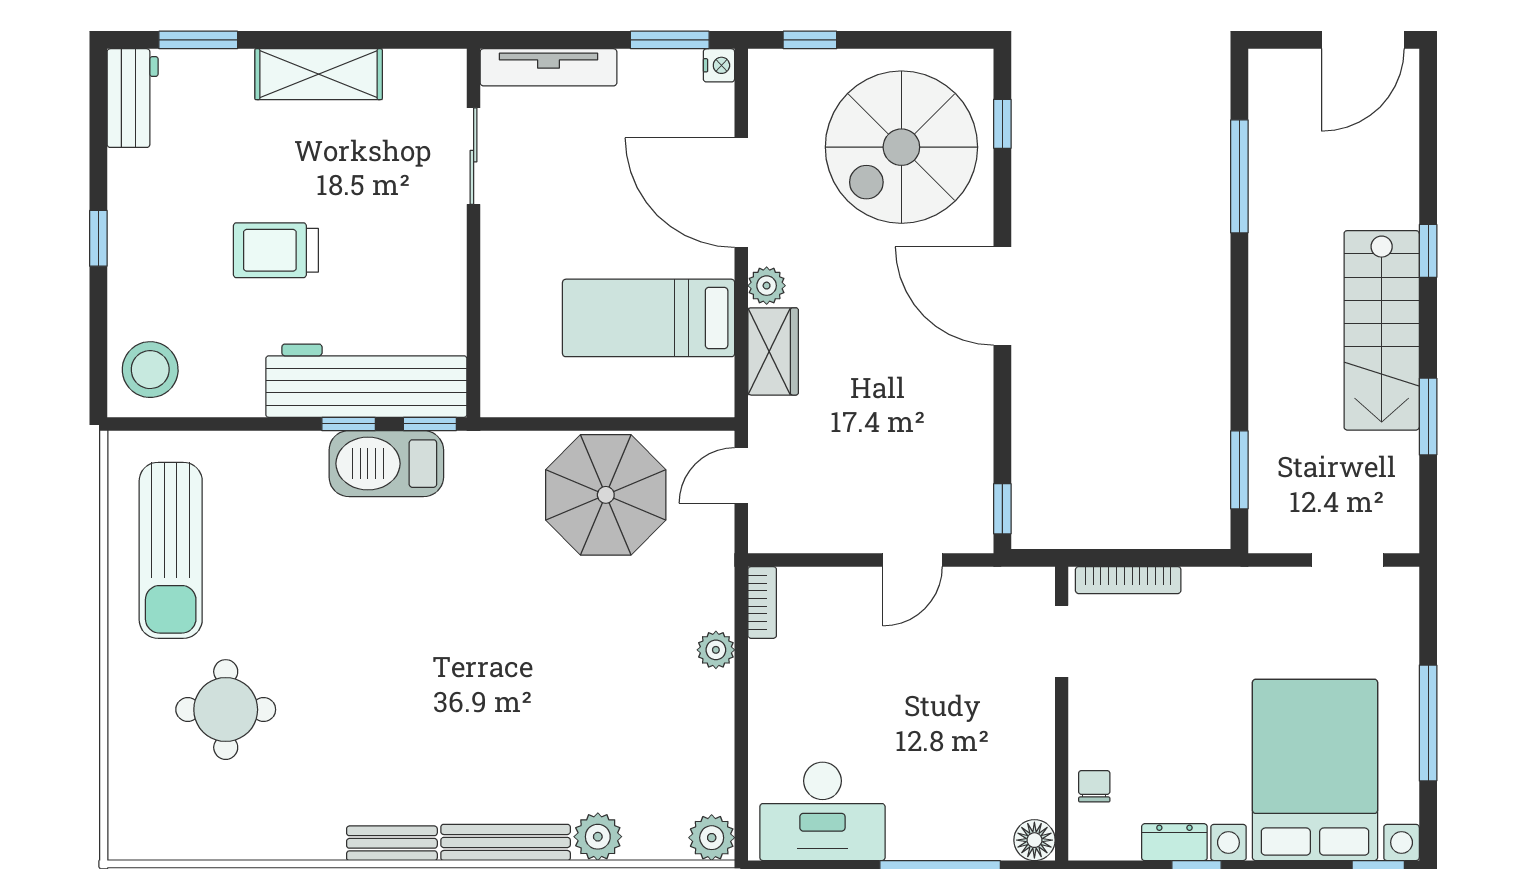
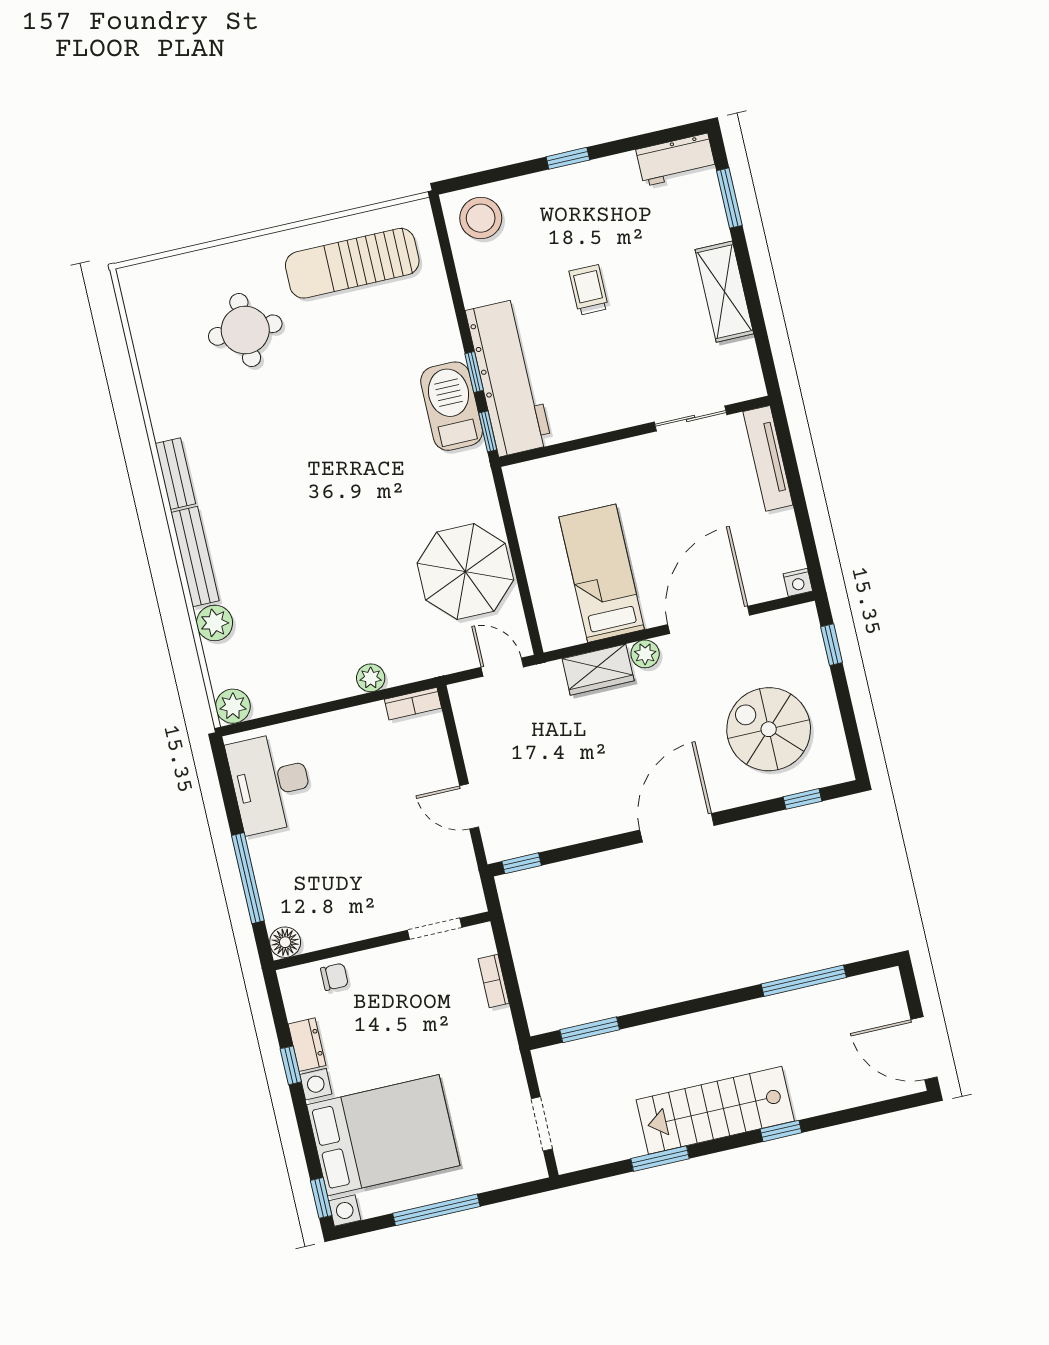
window: (670, 40) -> (808, 542), removed
spiral stairs: (901, 147) -> (769, 729), width x0.73, depth x0.73
trolley: (276, 250) -> (589, 290), width x0.73, depth x0.72
bookcase: (1128, 580) -> (494, 981), width x0.64

